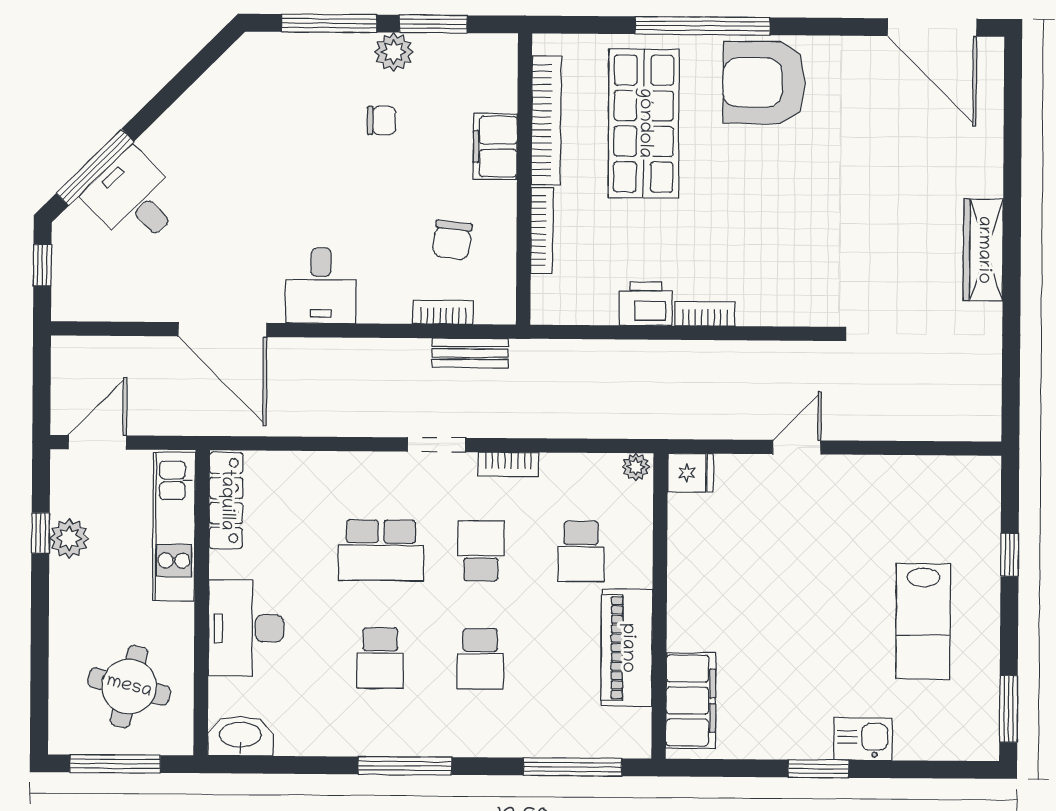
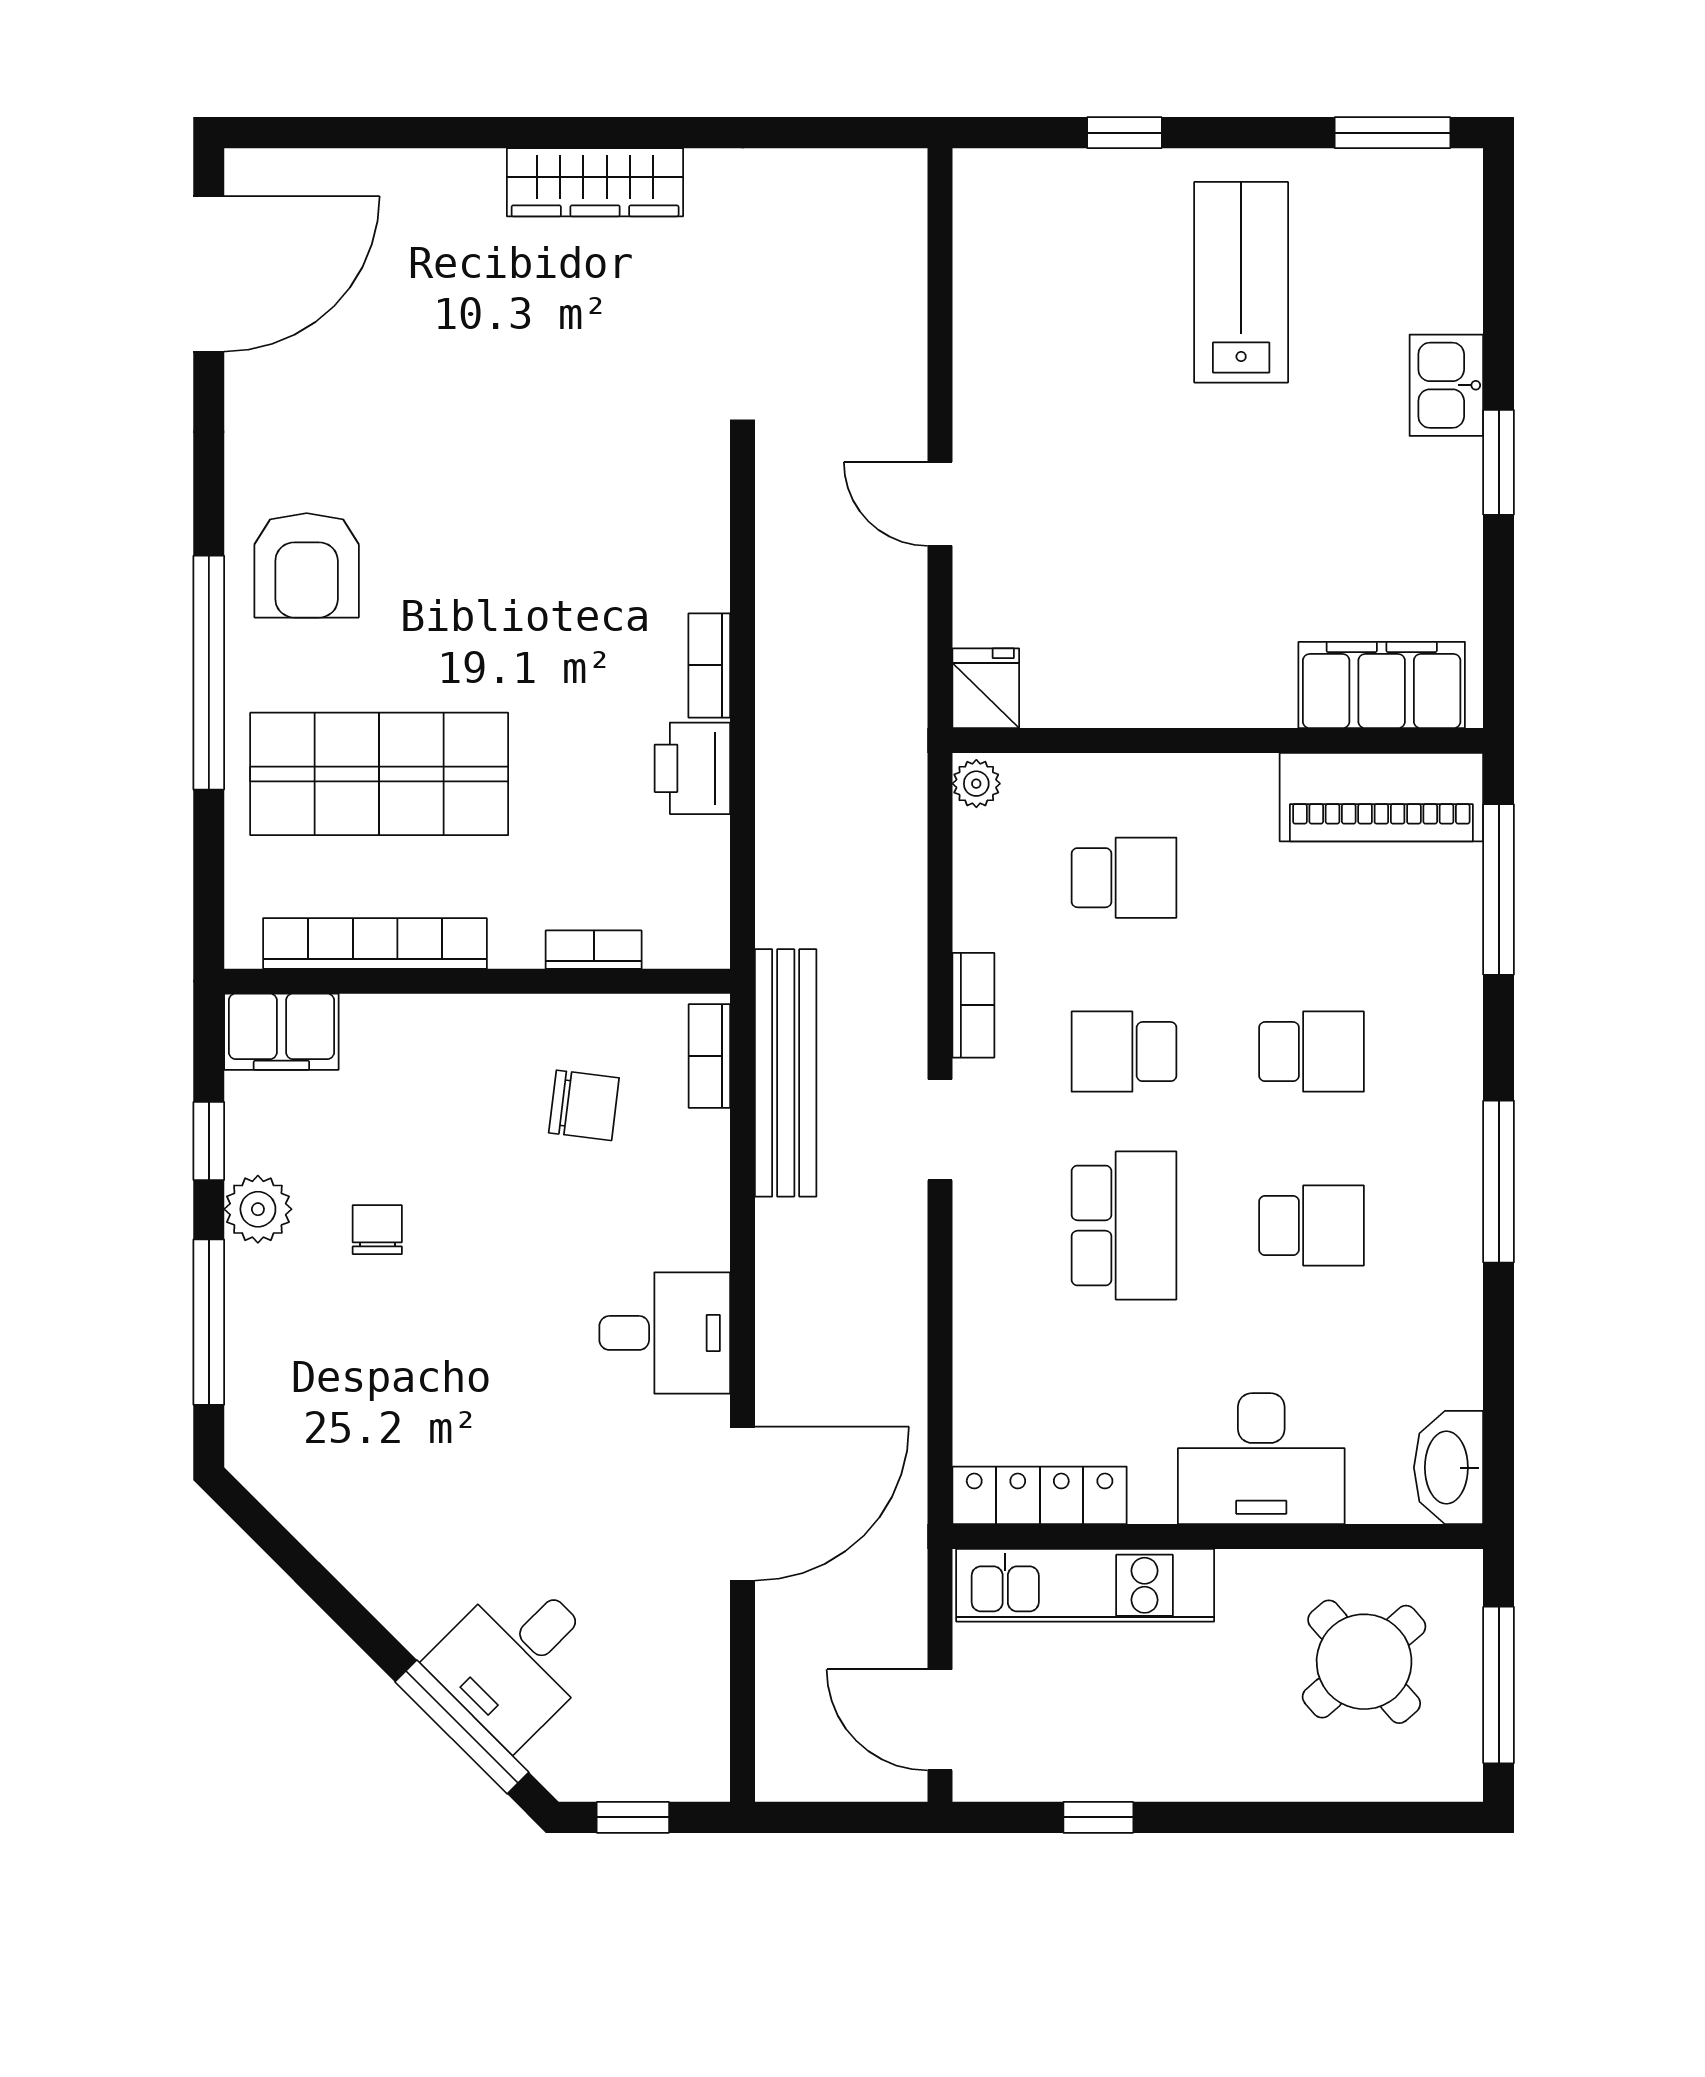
window: (433, 24) -> (209, 1141), width x0.67
armchair: (764, 83) -> (307, 565), width x0.73, depth x0.73
filing cabinet: (495, 147) -> (281, 1032), moved
bookcase: (542, 231) -> (594, 950), width x0.64
bookcase: (443, 312) -> (709, 1056), moved
bench: (470, 353) -> (786, 1073), width x1.86, depth x1.21
plant: (69, 538) -> (1107, 1768), removed
lab bench: (923, 621) -> (1241, 282), turned -90
piano: (627, 648) -> (1381, 797), moved
round table: (129, 687) -> (1364, 1662), turned 35

